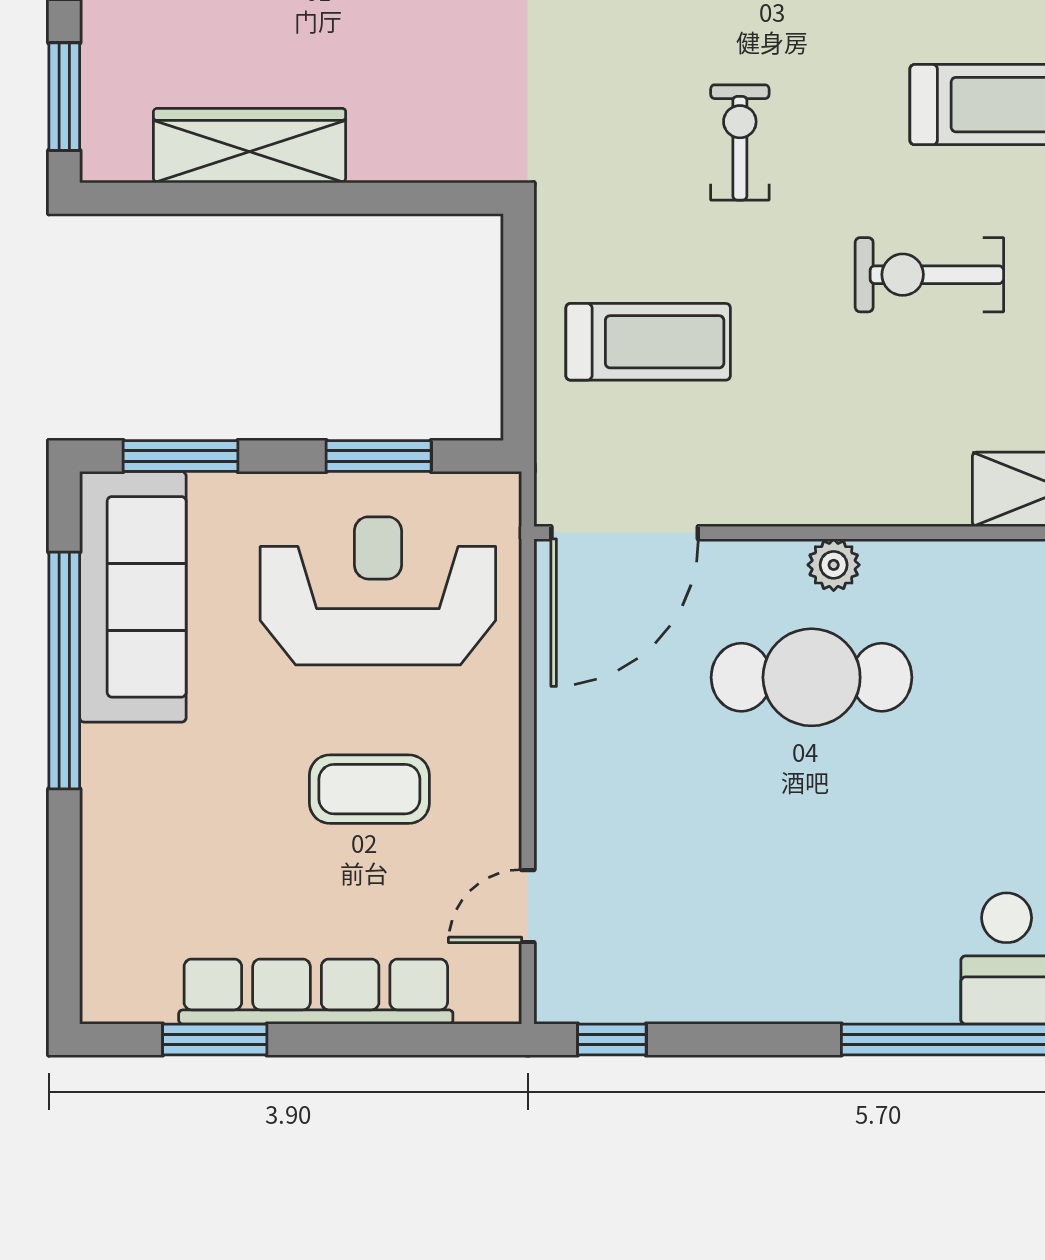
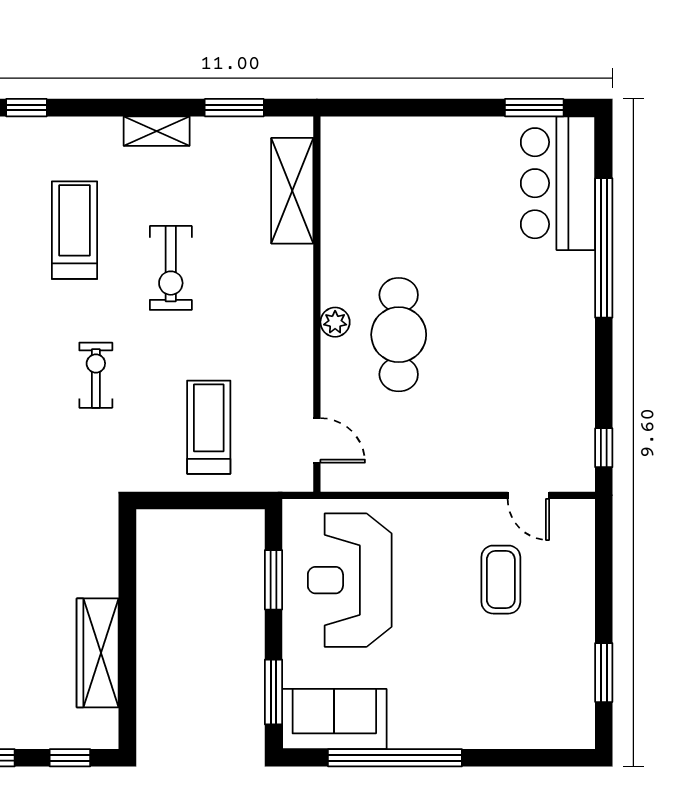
window: (64, 97) -> (70, 758), width x0.67
exercise bike: (740, 142) -> (96, 375), turned 90
door: (625, 533) -> (317, 440), width x0.53
sofa: (133, 597) -> (334, 719), width x0.73
coffee table: (369, 789) -> (501, 580), moved
row of seats: (316, 992) -> (577, 615), removed

